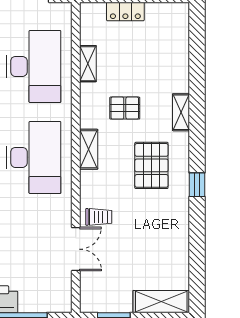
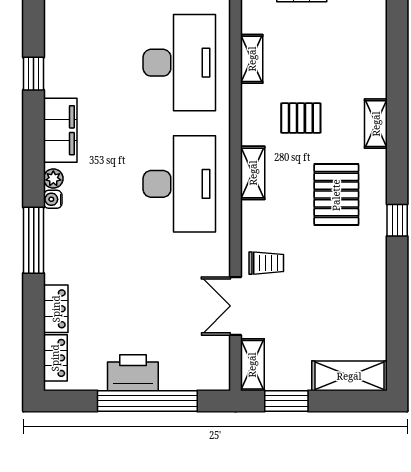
double door: (76, 249) -> (236, 306), swing flipped
shelving: (88, 293) -> (252, 365), added

